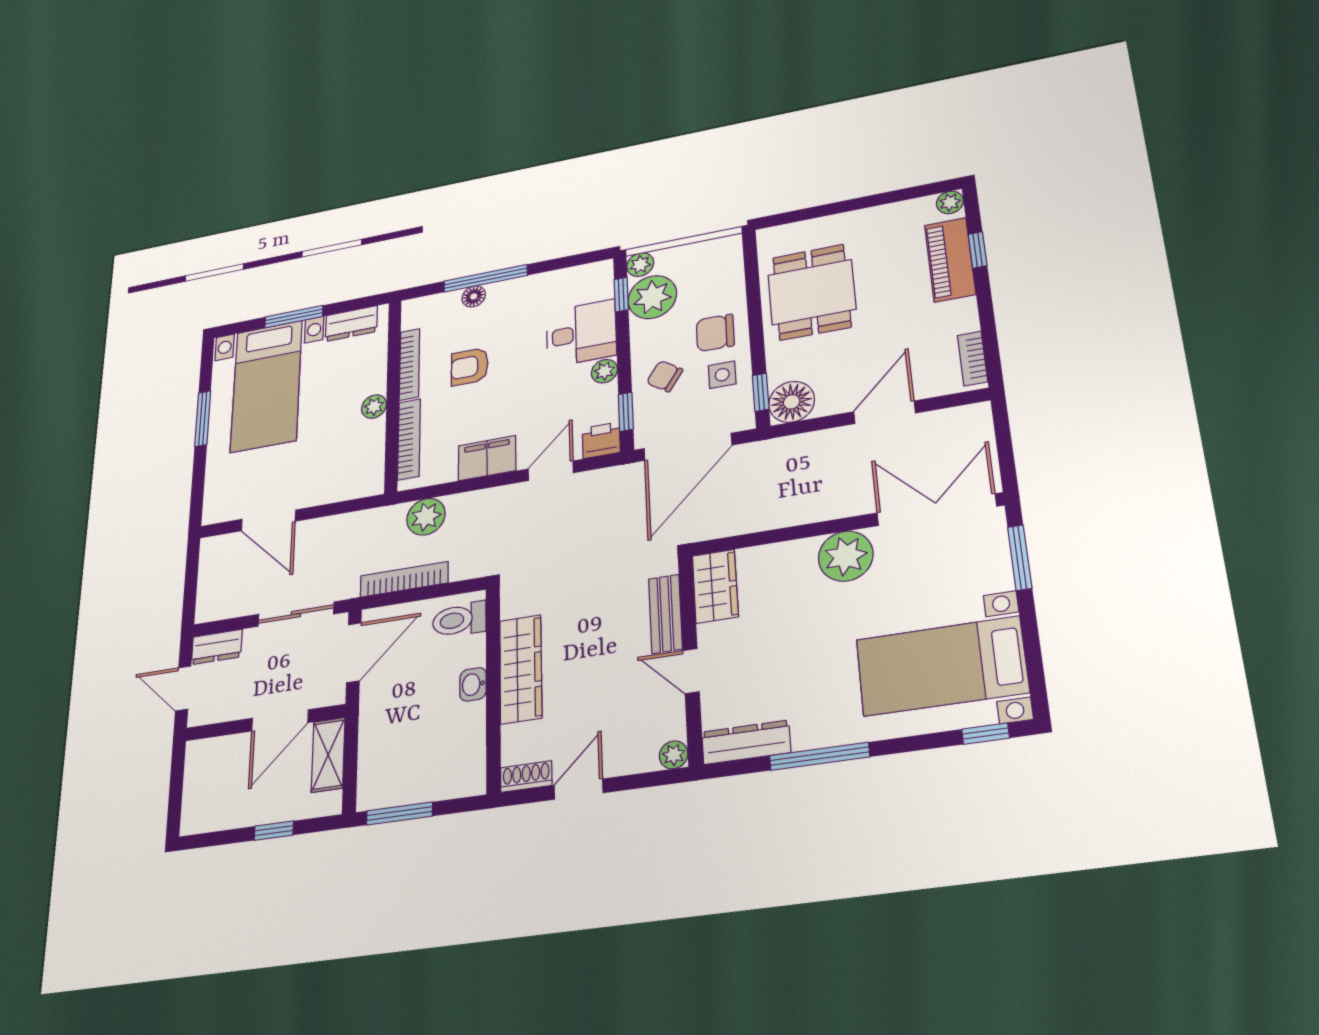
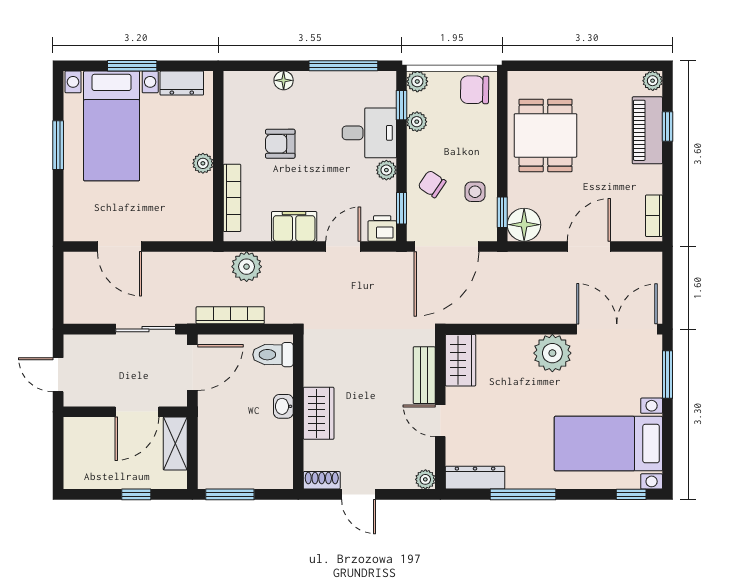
window: (485, 278) -> (343, 66), moved
plant: (652, 297) -> (417, 122), width x0.53, depth x0.53
chair: (715, 333) -> (475, 90), moved
bookcase: (409, 364) -> (231, 131), removed
dresser: (217, 647) -> (83, 345), removed
wardrobe: (521, 669) -> (319, 413), width x0.67
door: (579, 789) -> (359, 494), swing flipped

